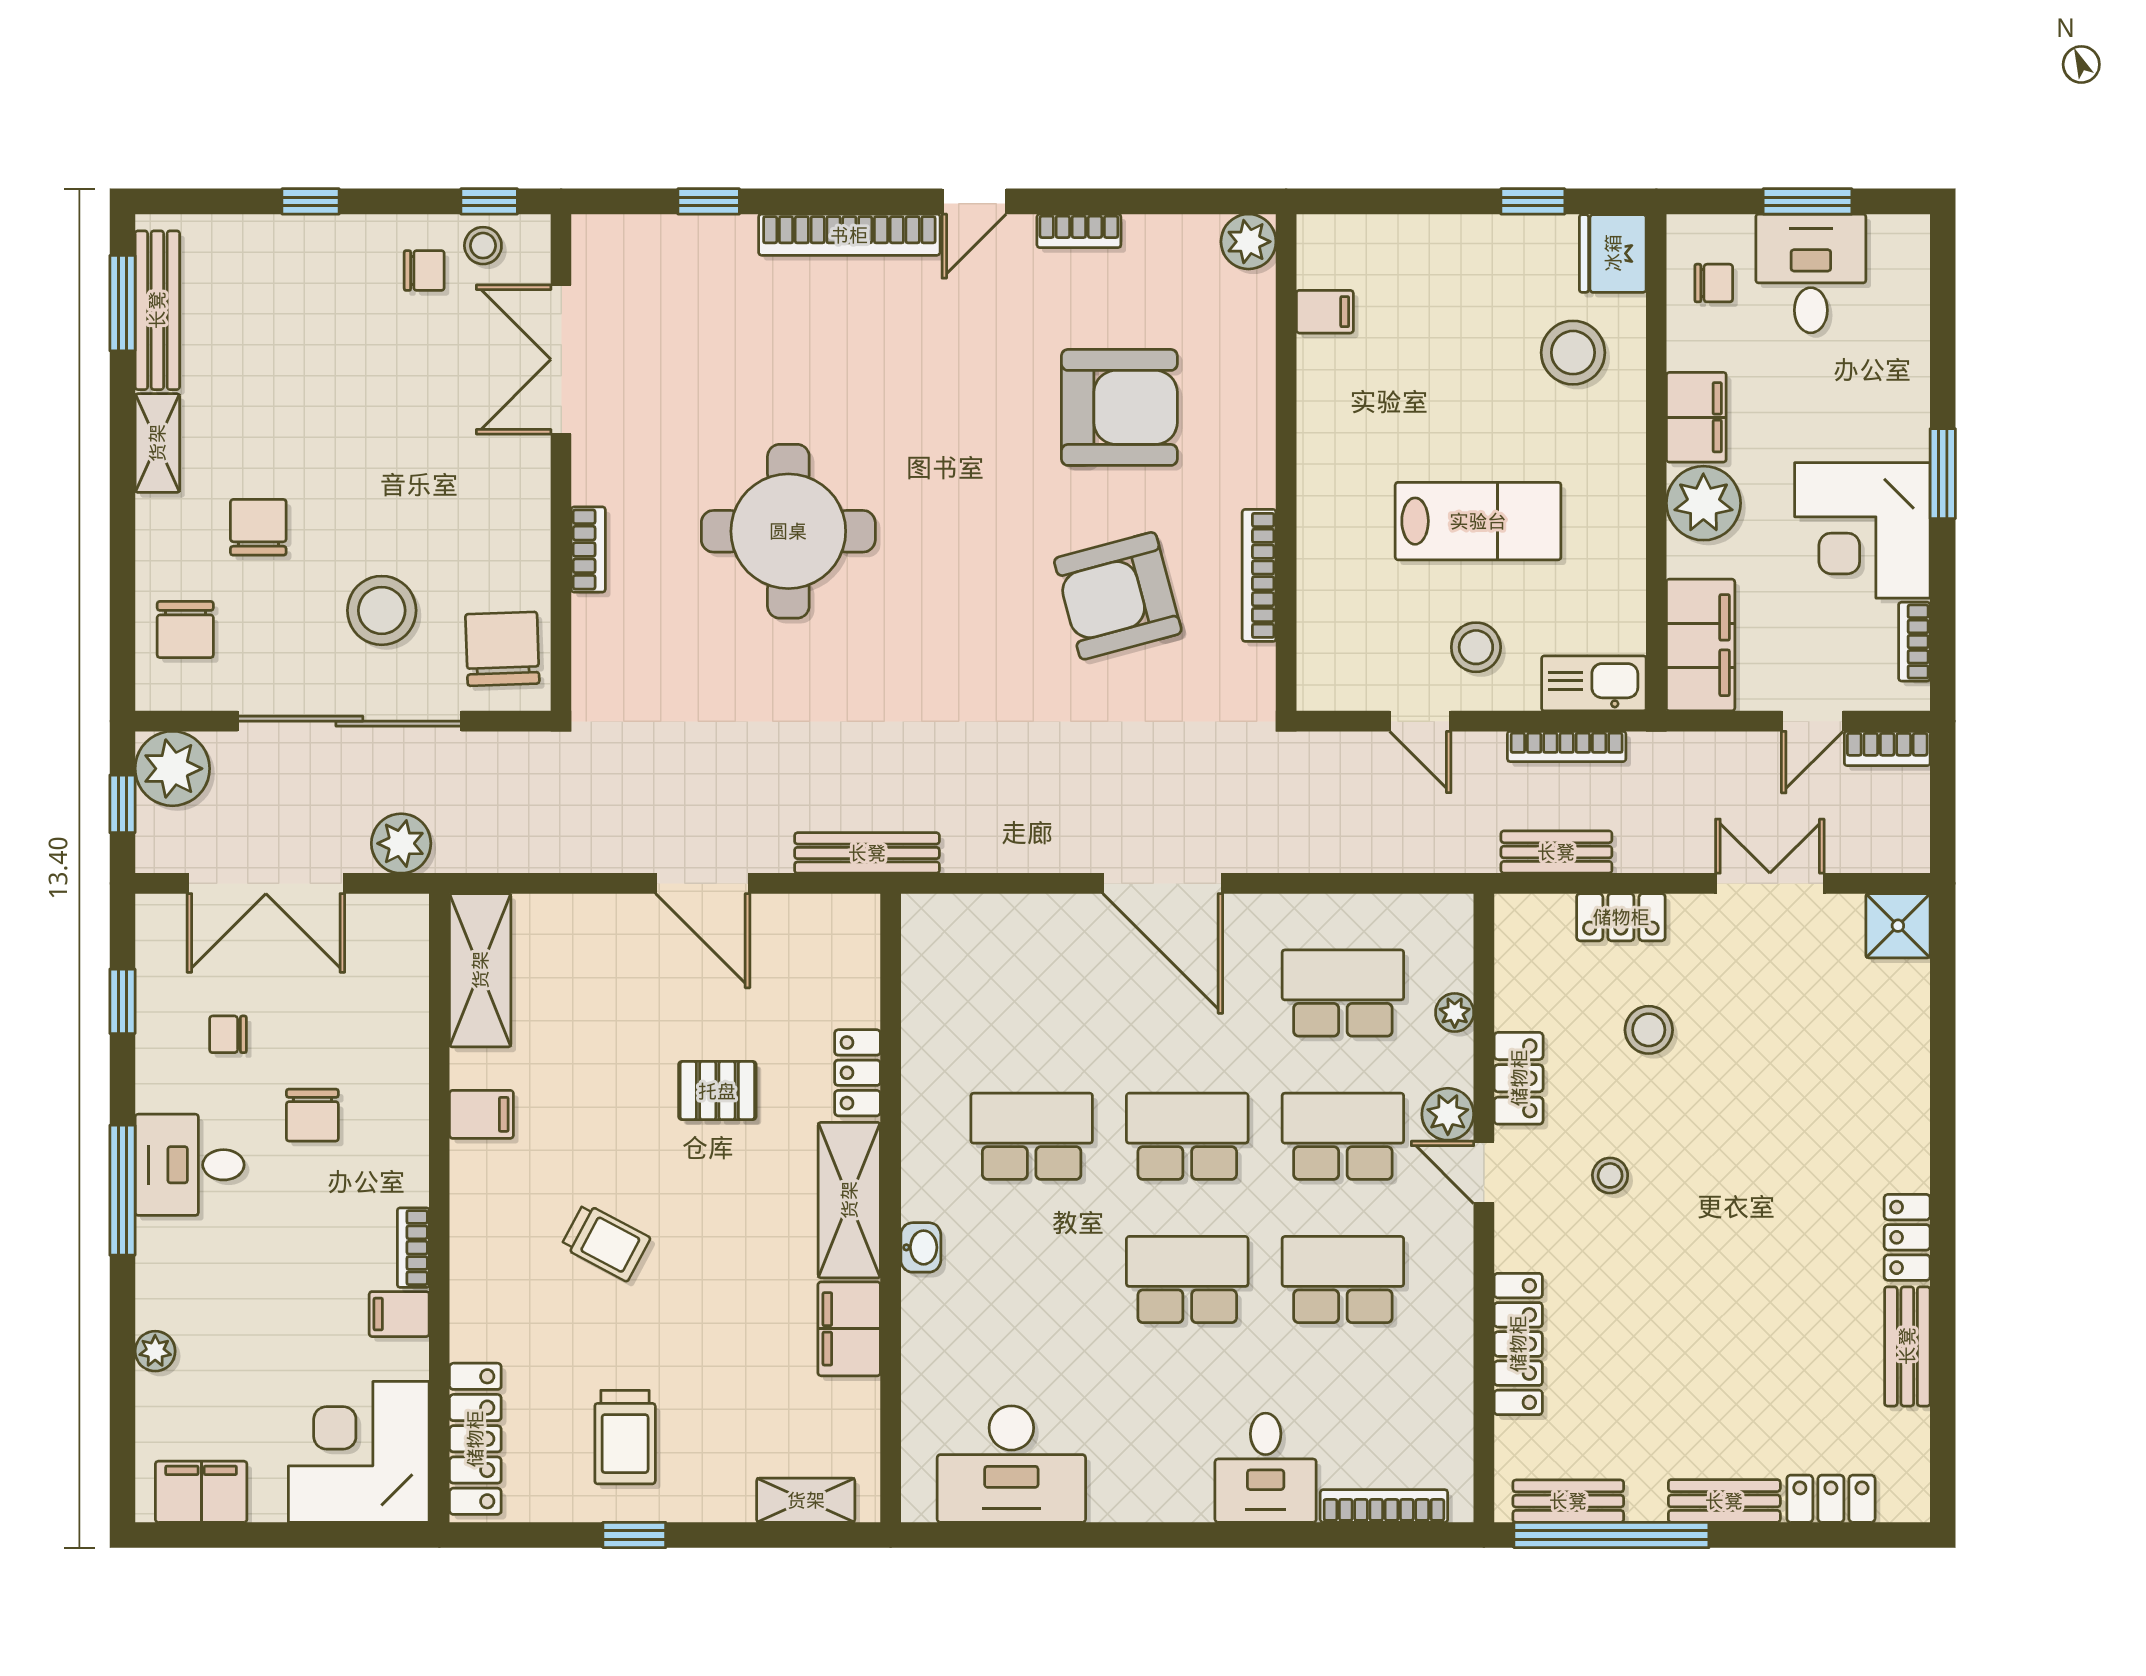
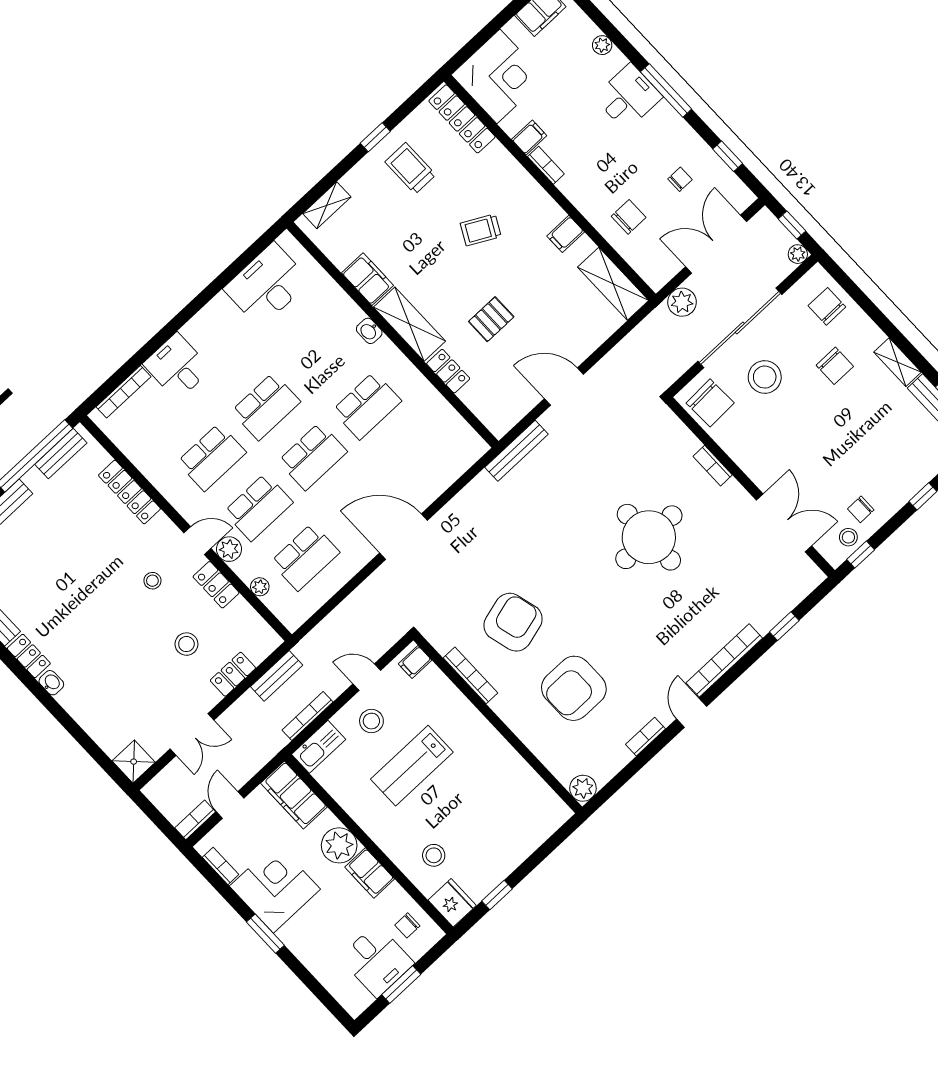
filing cabinet: (1325, 312) -> (415, 662), moved
stool: (1573, 353) -> (434, 855), width x0.73, depth x0.73
plant: (172, 769) -> (798, 254), width x0.53, depth x0.53
chair: (312, 1115) -> (629, 217), moved, turned 90
washbasin: (1911, 1164) -> (51, 683), added
desk: (190, 1165) -> (628, 97), moved

